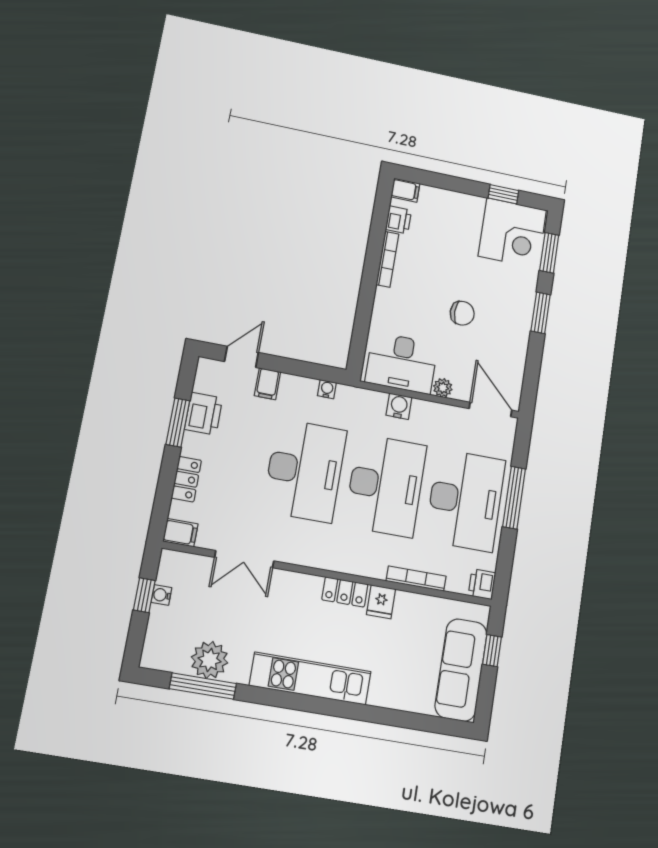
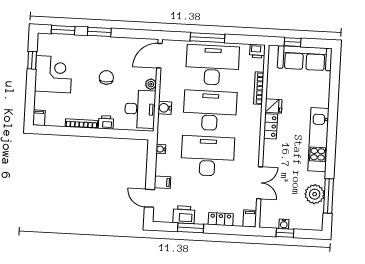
printer: (398, 220) -> (106, 122), moved
corner desk: (512, 233) -> (53, 74), moved

